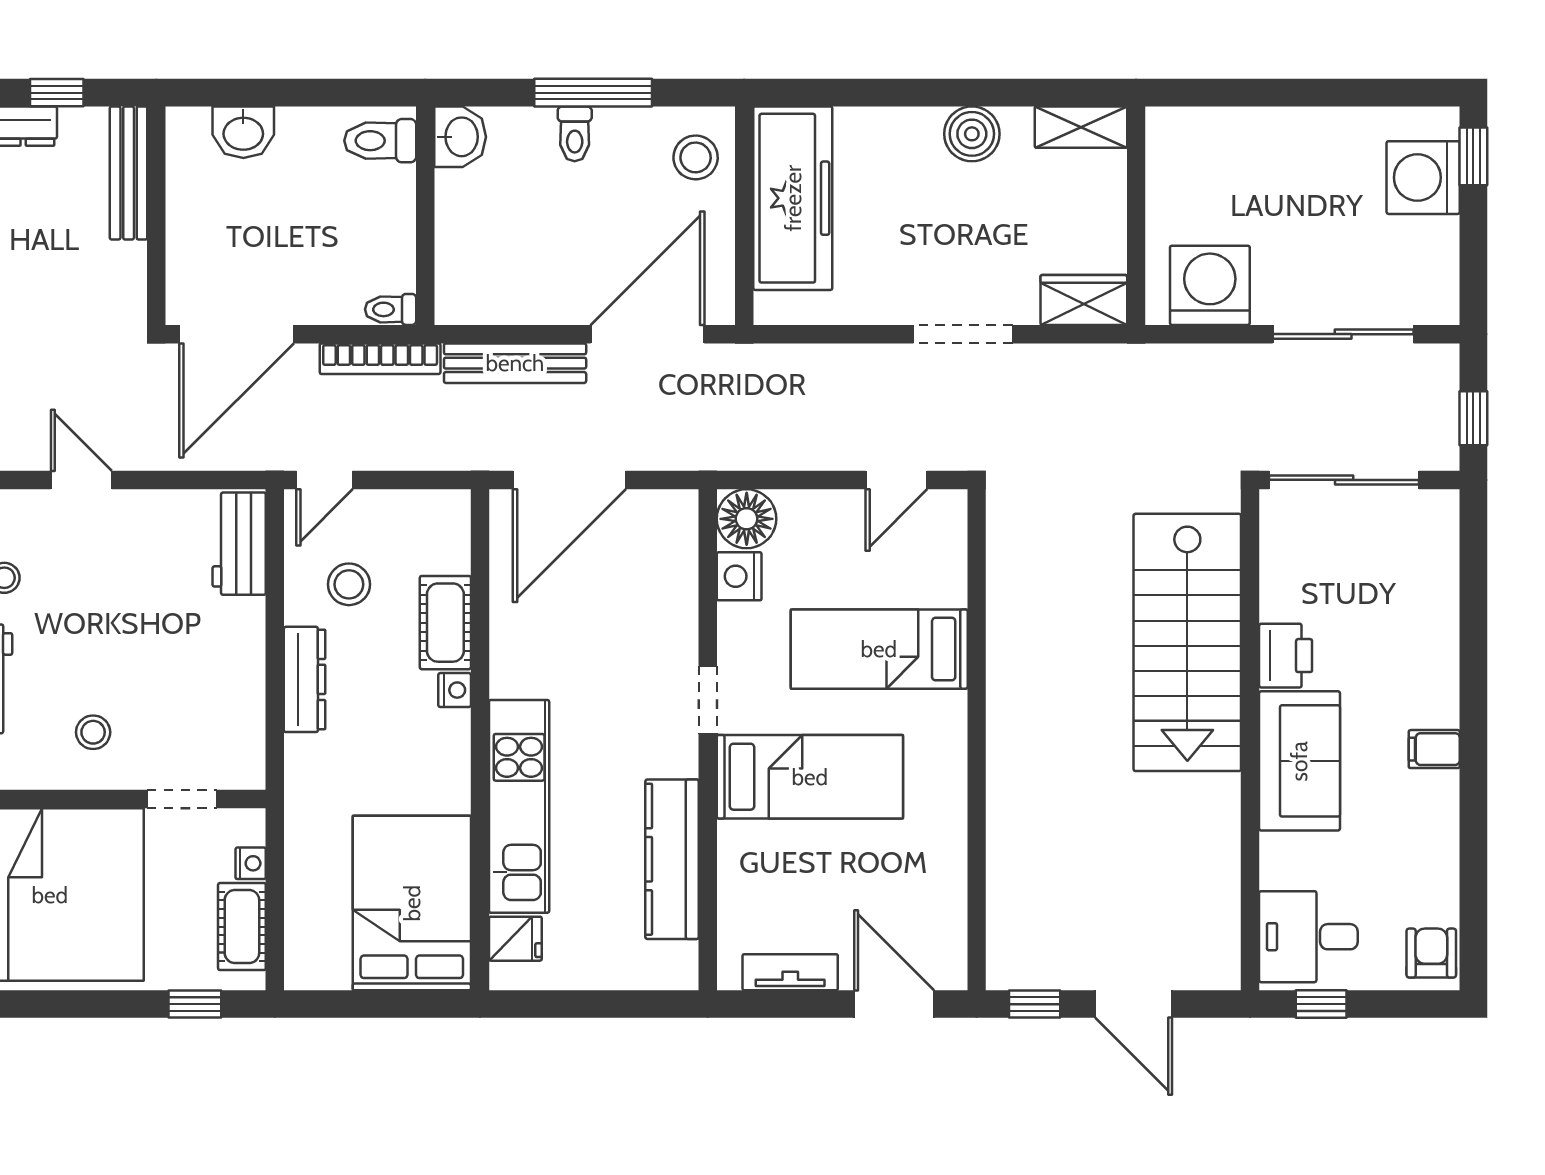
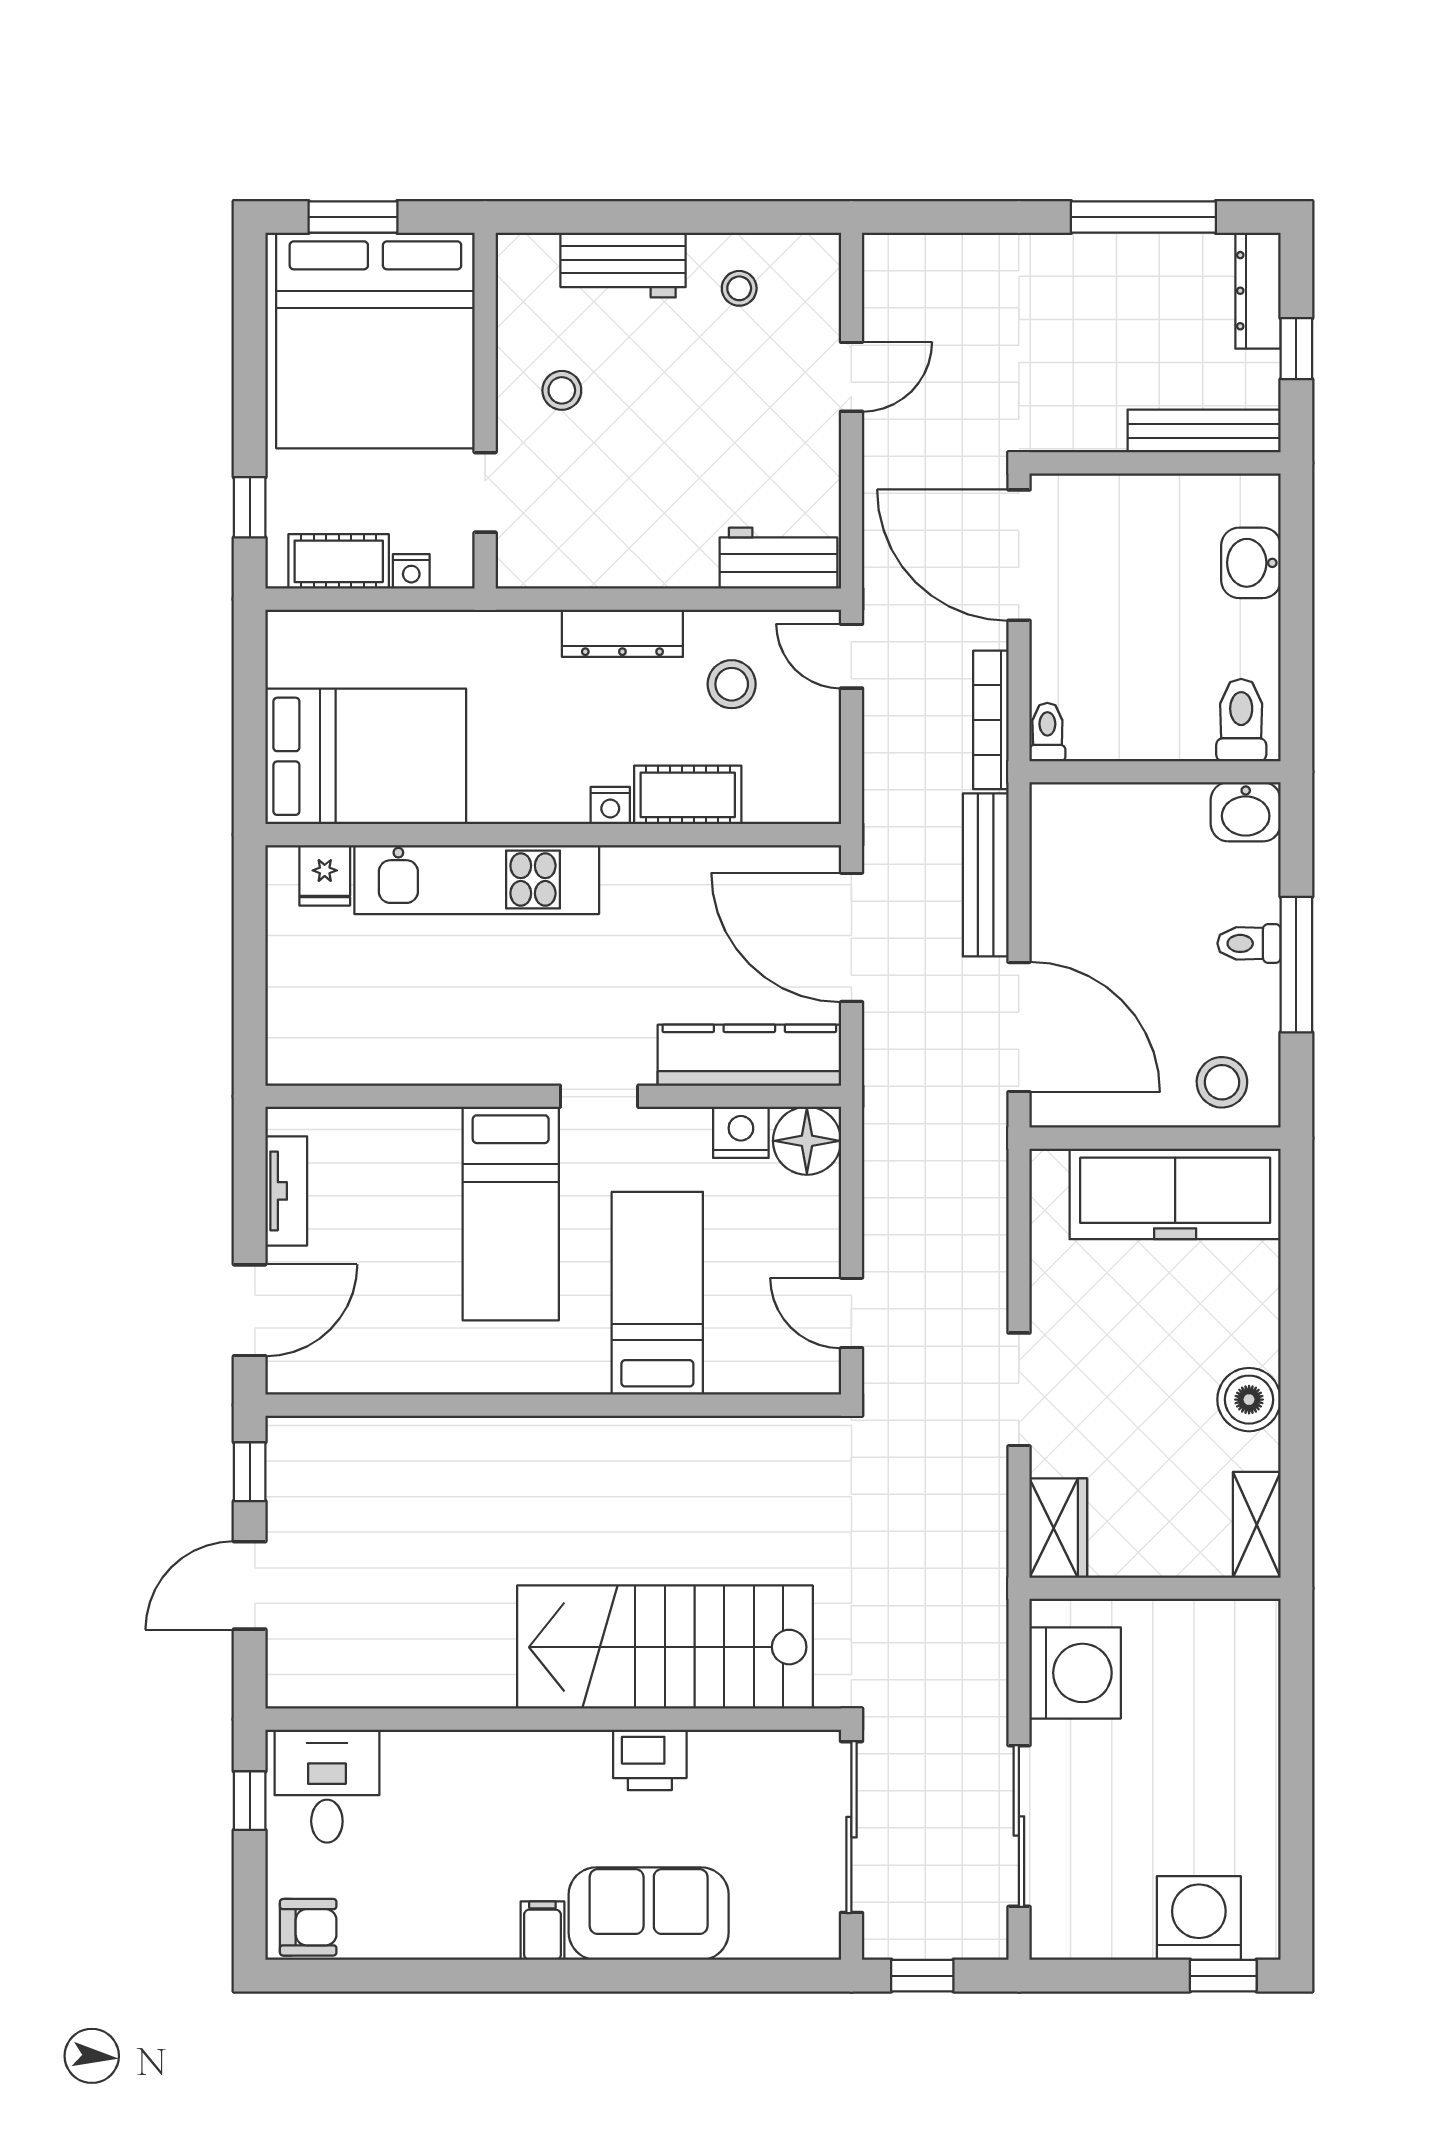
sofa: (1299, 761) -> (649, 1914), moved, turned 180
kitchen counter: (672, 859) -> (749, 1055), moved

